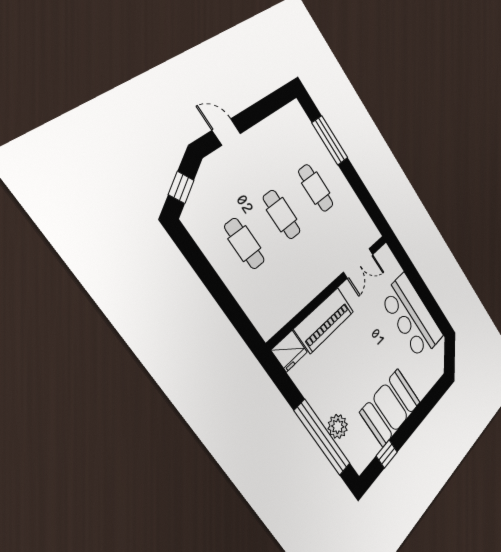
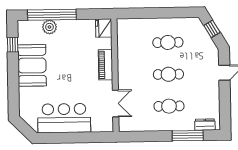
dresser: (304, 124) -> (205, 125), added
double door: (358, 263) -> (116, 103), swing flipped
piano: (324, 320) -> (105, 65), width x0.73, depth x0.75

